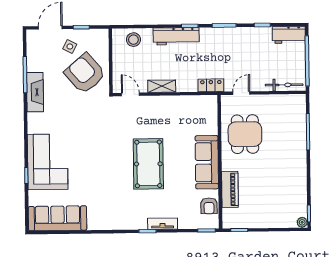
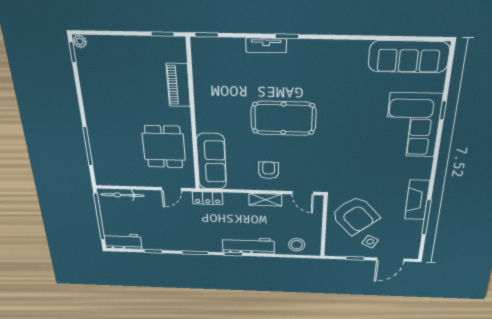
sofa: (207, 162) -> (212, 162), moved
pool table: (148, 164) -> (283, 118), turned 90
armchair: (209, 206) -> (269, 170), moved

